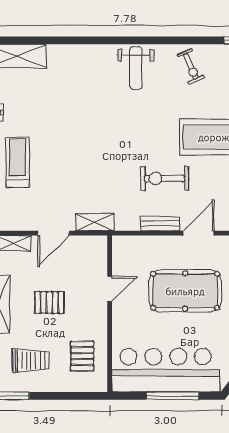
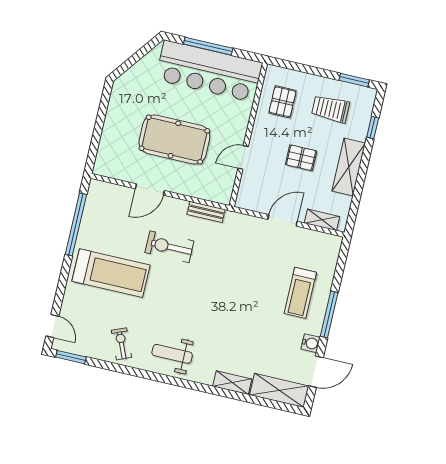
weight bench: (136, 68) -> (172, 354), turned -90
exercise bike: (164, 178) -> (169, 247), turned 180
shelving: (95, 222) -> (232, 383), moved
bench: (160, 223) -> (206, 212), moved

